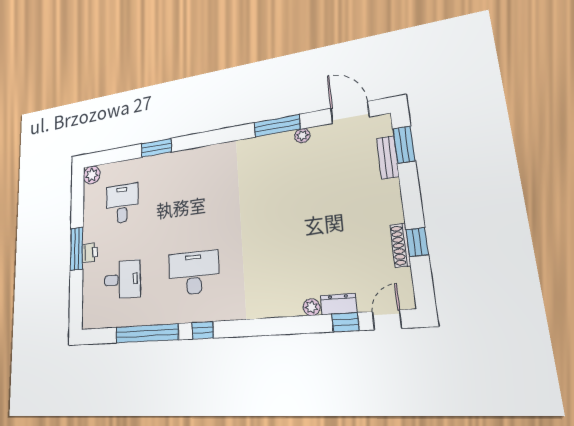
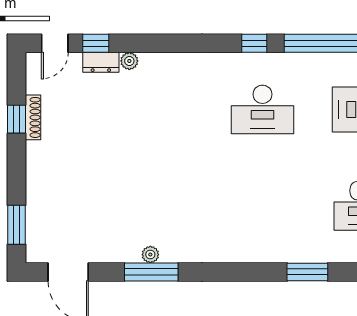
plant: (302, 136) -> (150, 255), moved
bench: (388, 157) -> (34, 213), removed

